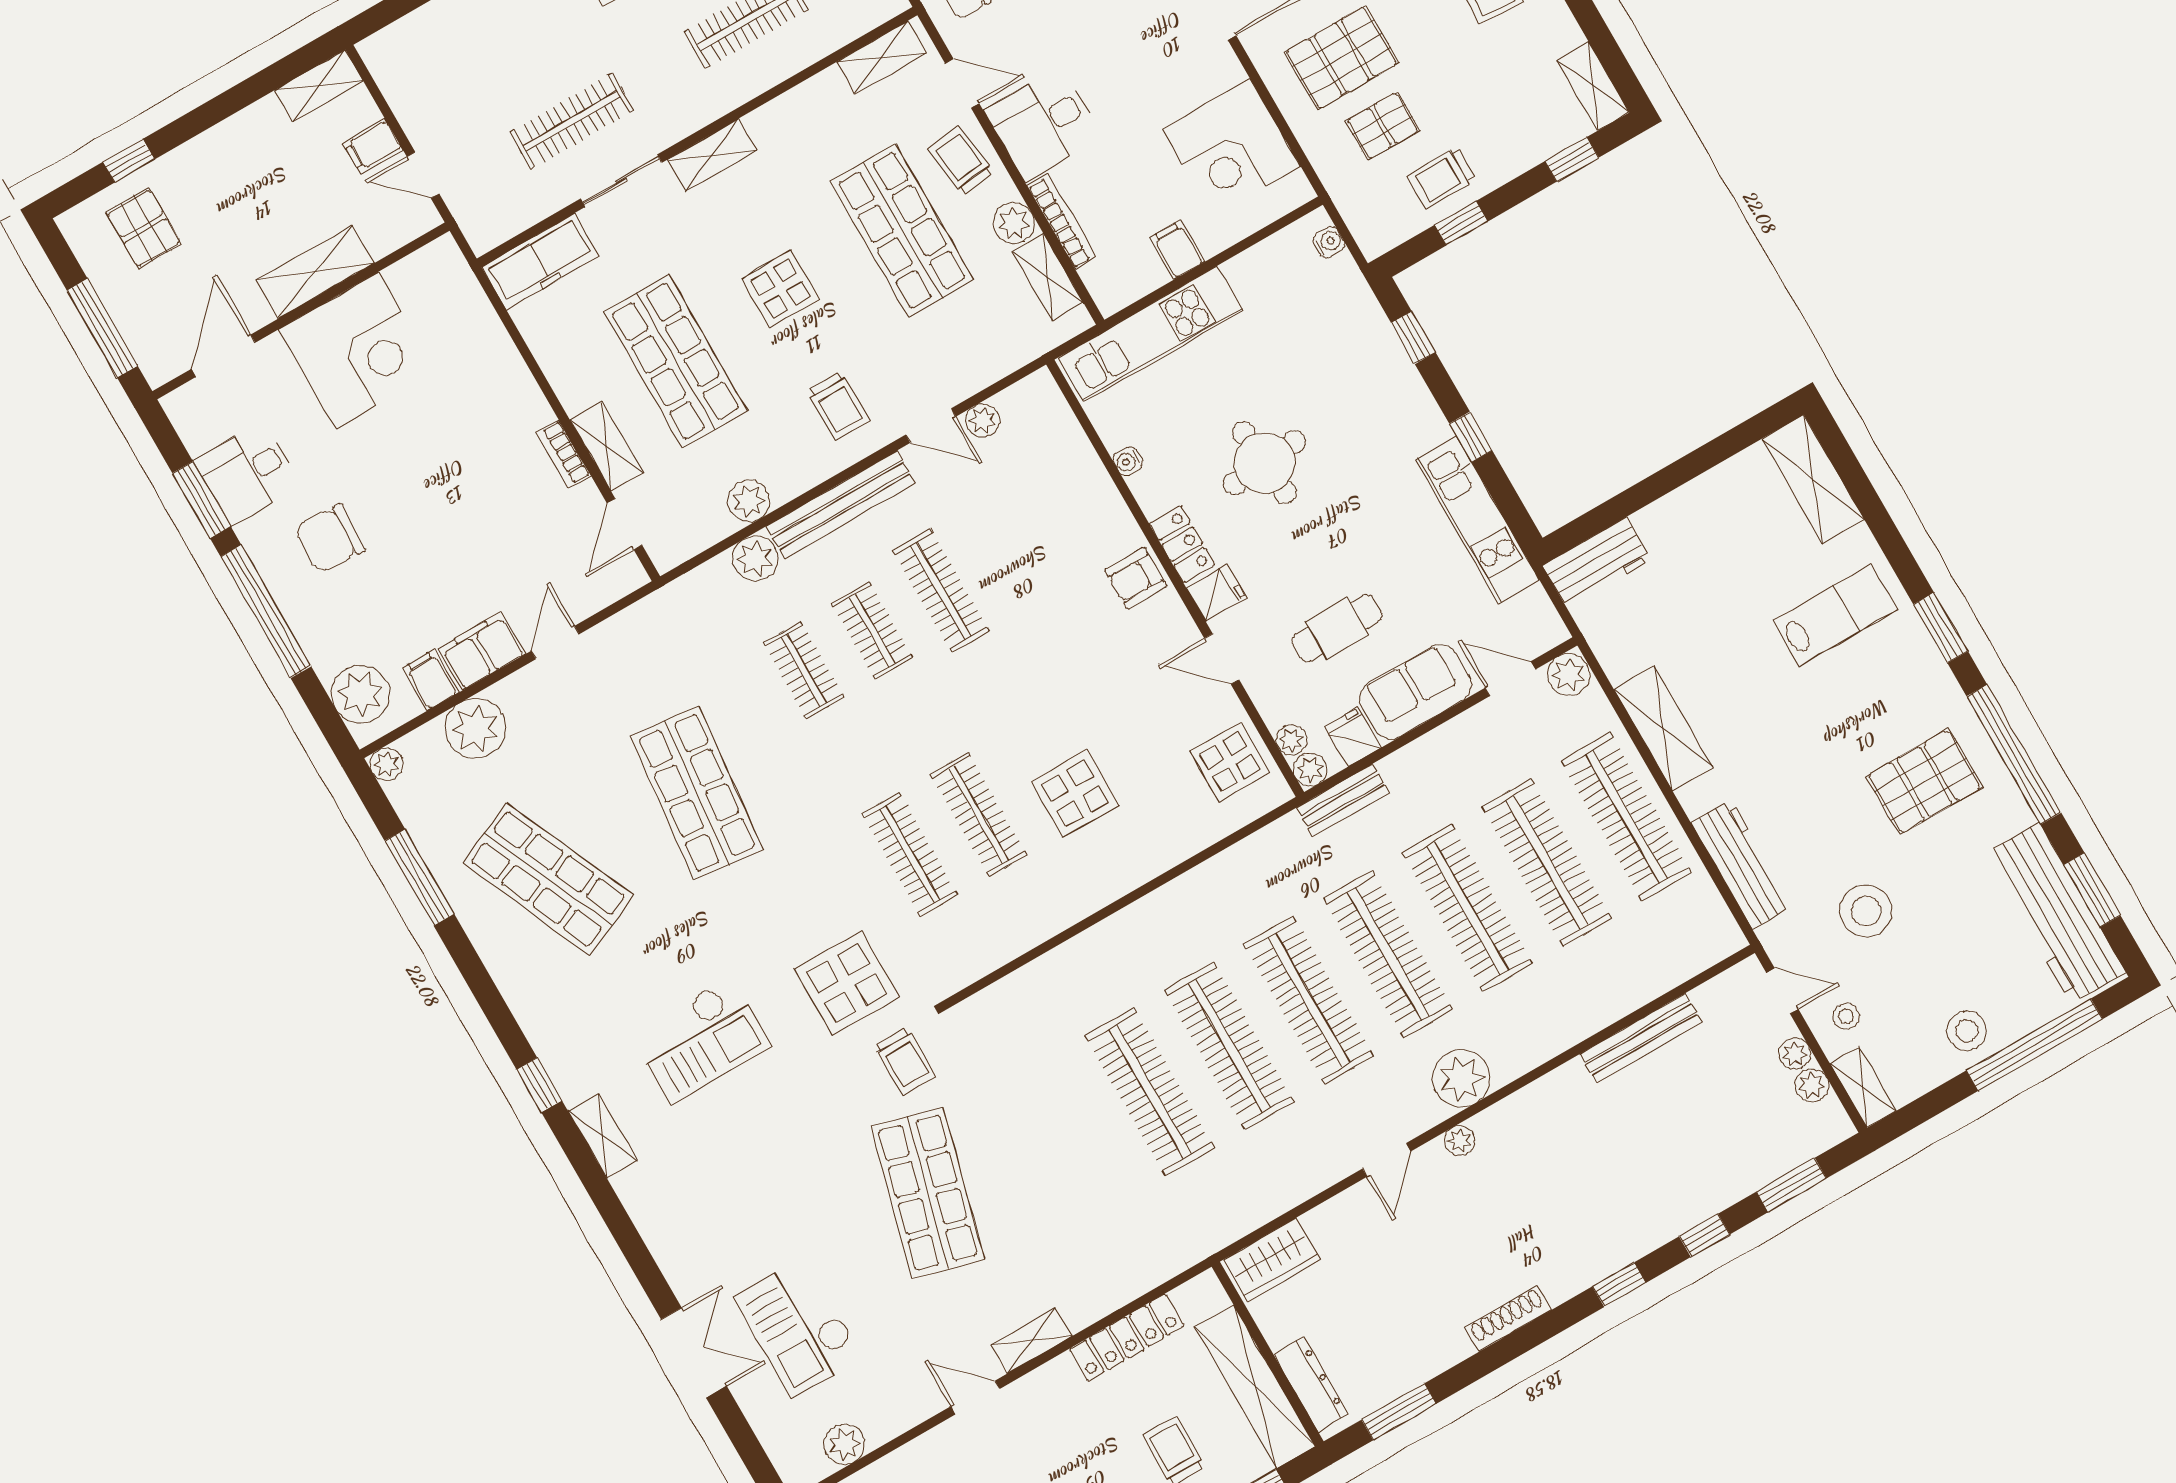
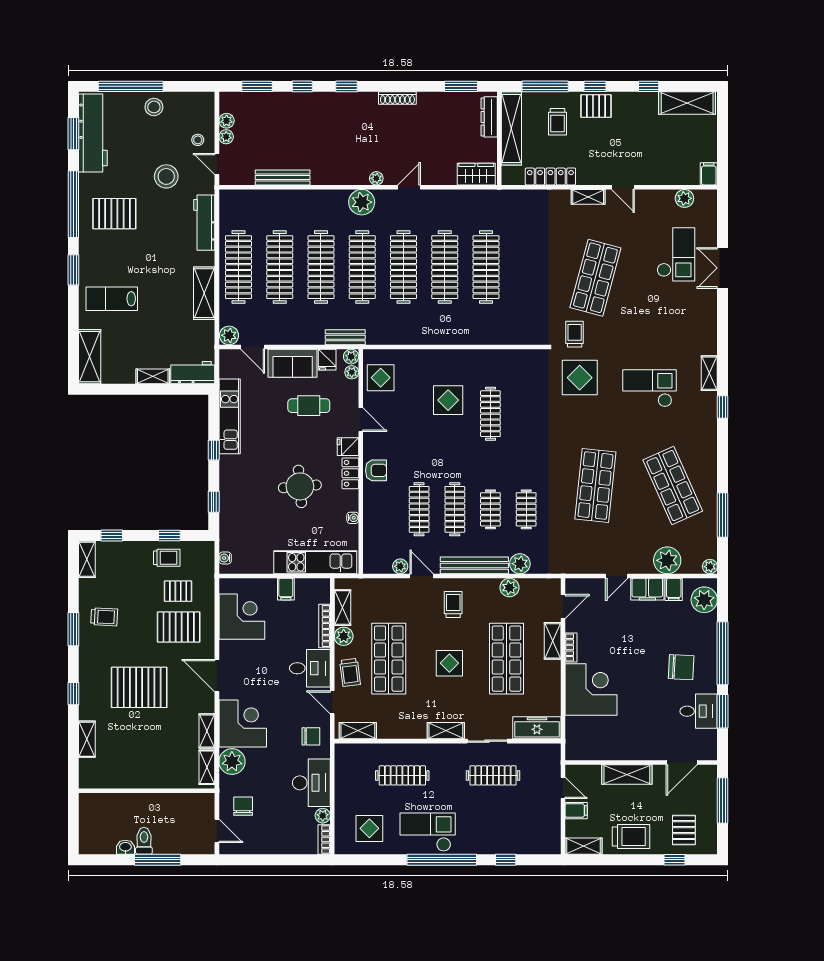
trolley: (238, 157) -> (631, 837), added
corner desk: (357, 350) -> (591, 689), moved, turned 90
clothes rail: (910, 854) -> (419, 509), moved
shelving: (1863, 1087) -> (153, 376), moved, turned 90

